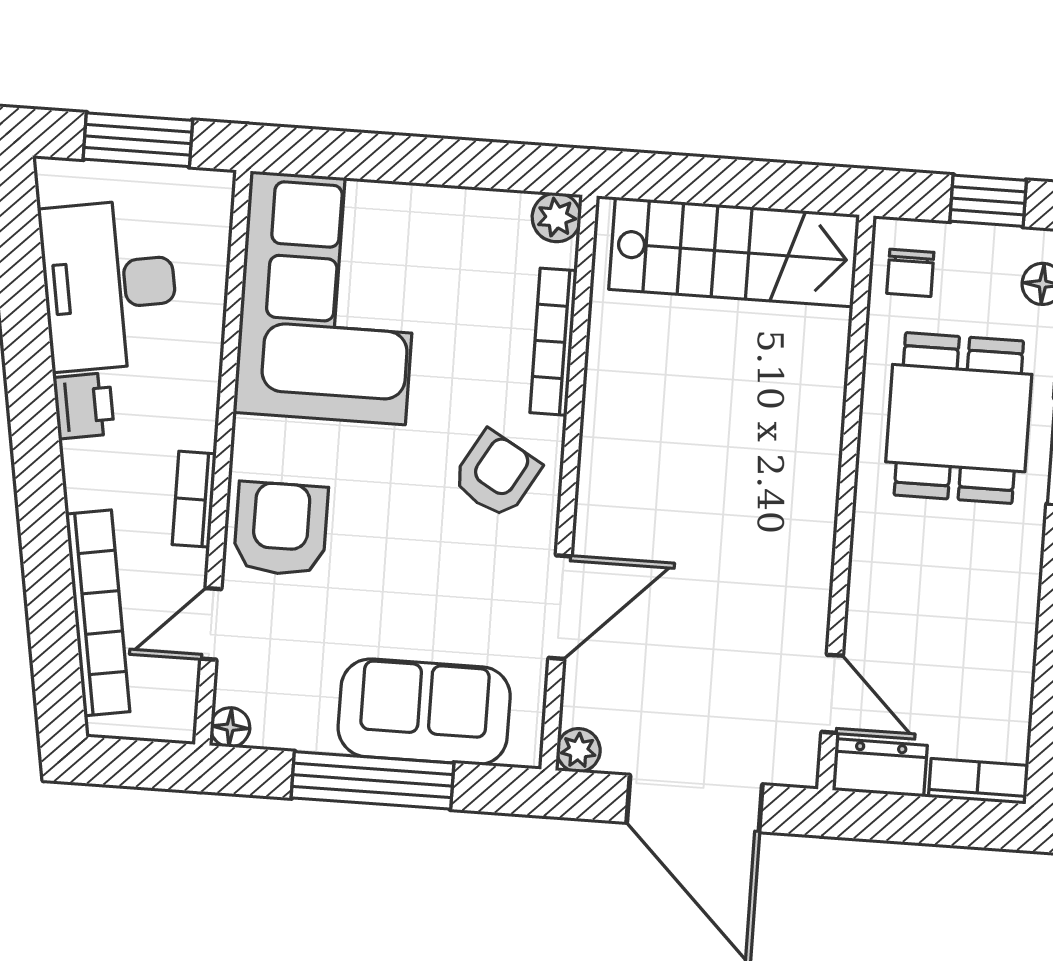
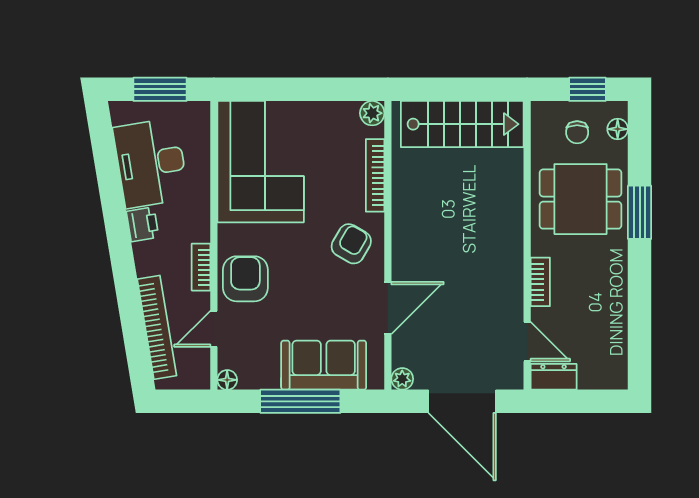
chair: (910, 273) -> (577, 132), moved
dining table: (959, 418) -> (581, 199), turned 90
bookcase: (978, 781) -> (540, 282), moved, turned 90

